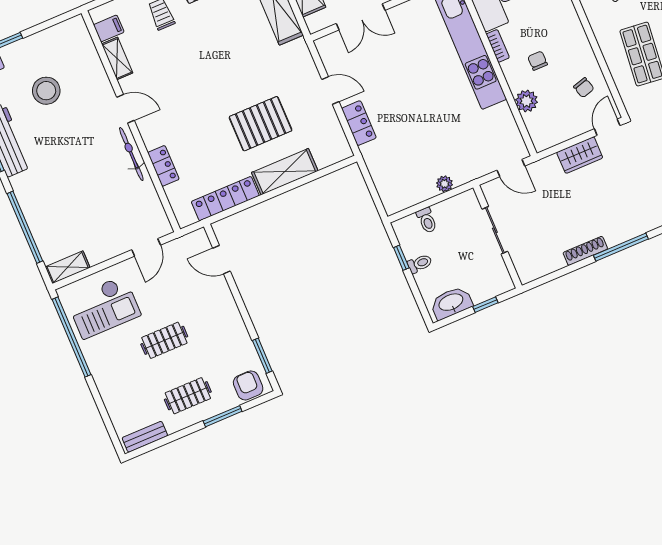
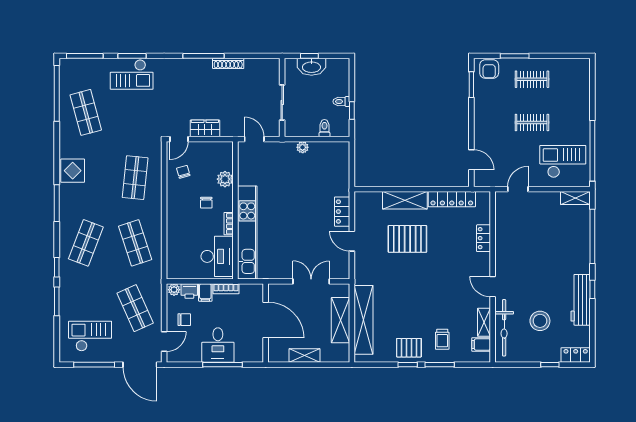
bicycle: (131, 154) -> (504, 328), moved, width x1.37, depth x1.40
washbasin: (451, 303) -> (311, 67), moved
bench: (145, 437) -> (572, 64), removed

